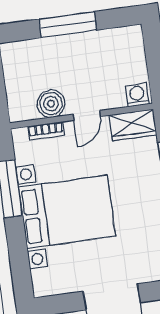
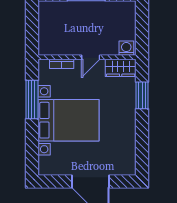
boiler: (51, 104) -> (68, 46), removed

